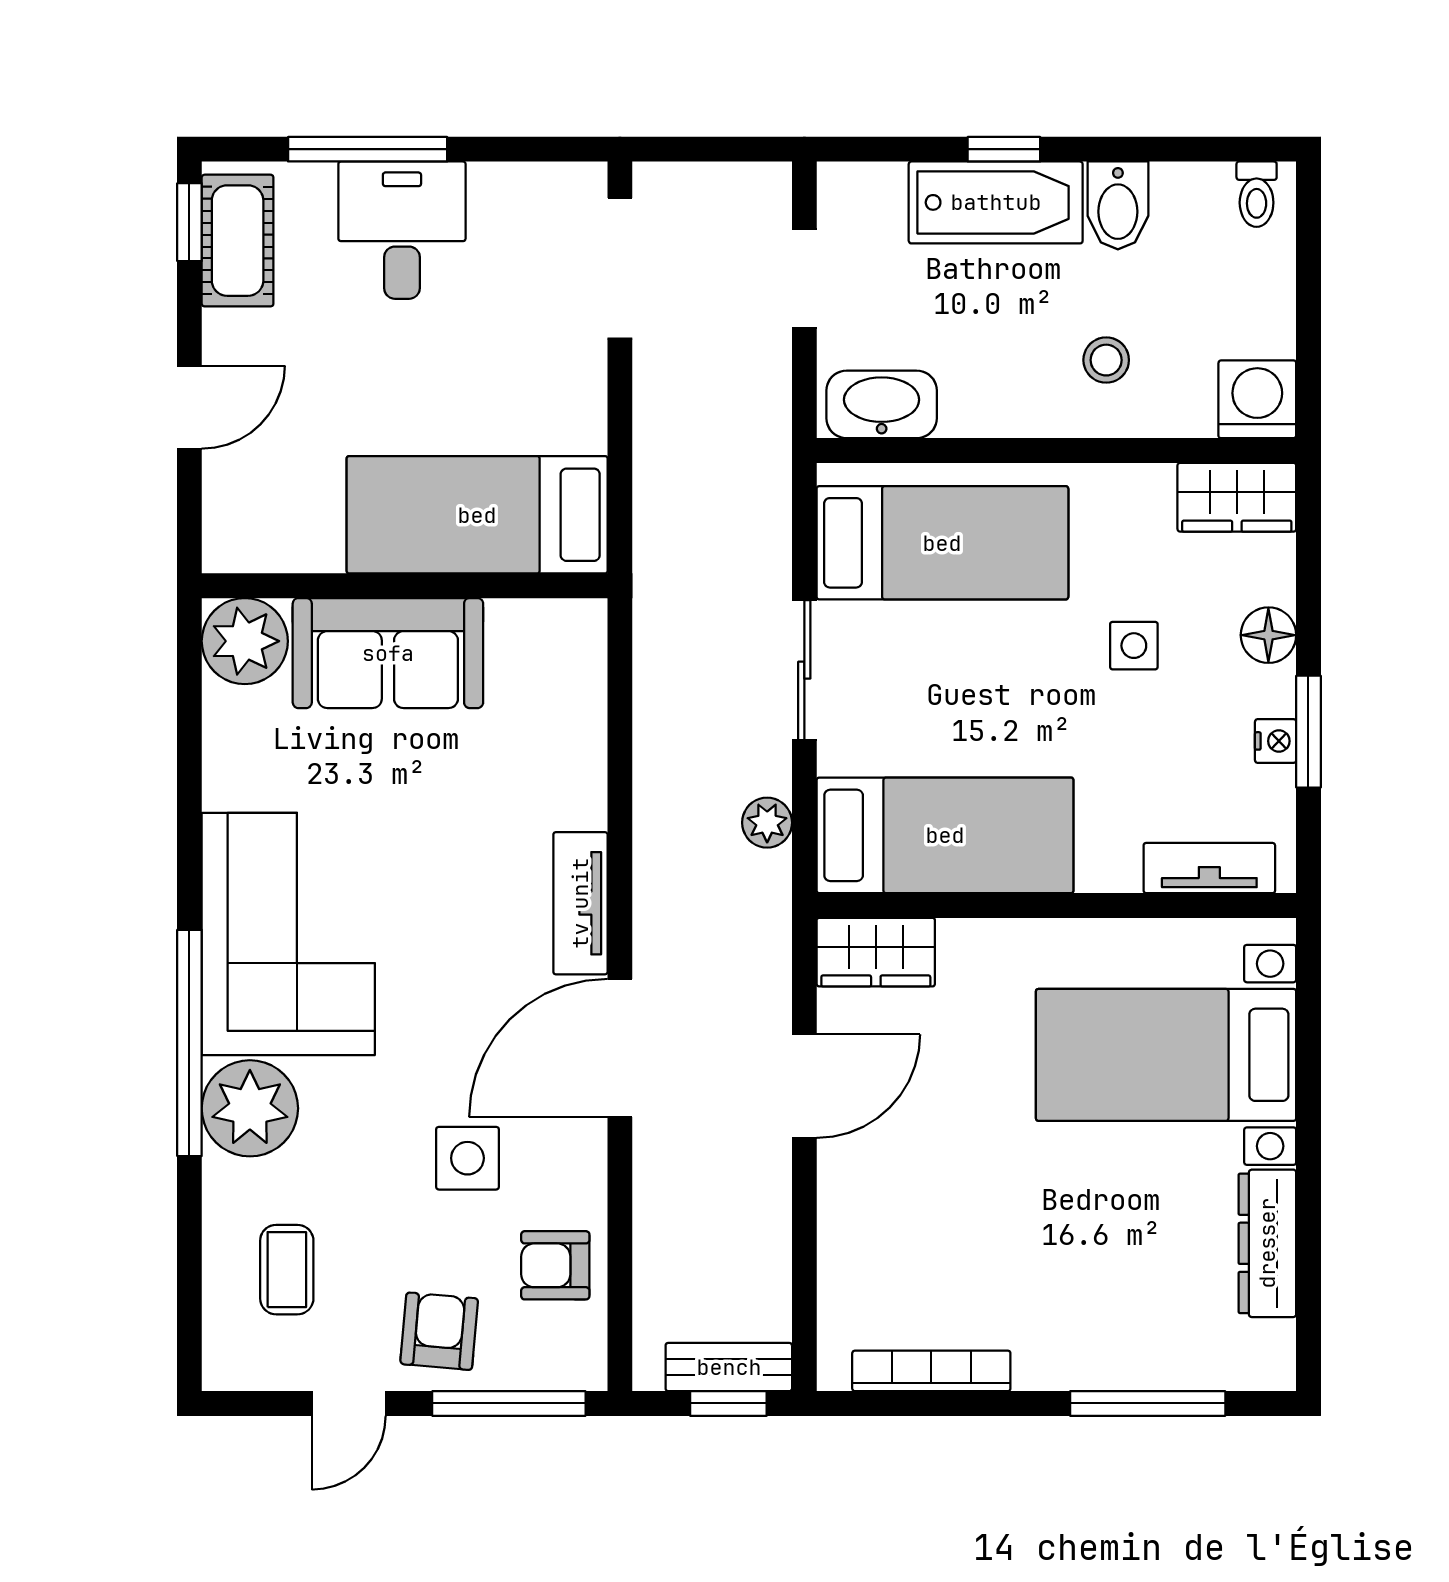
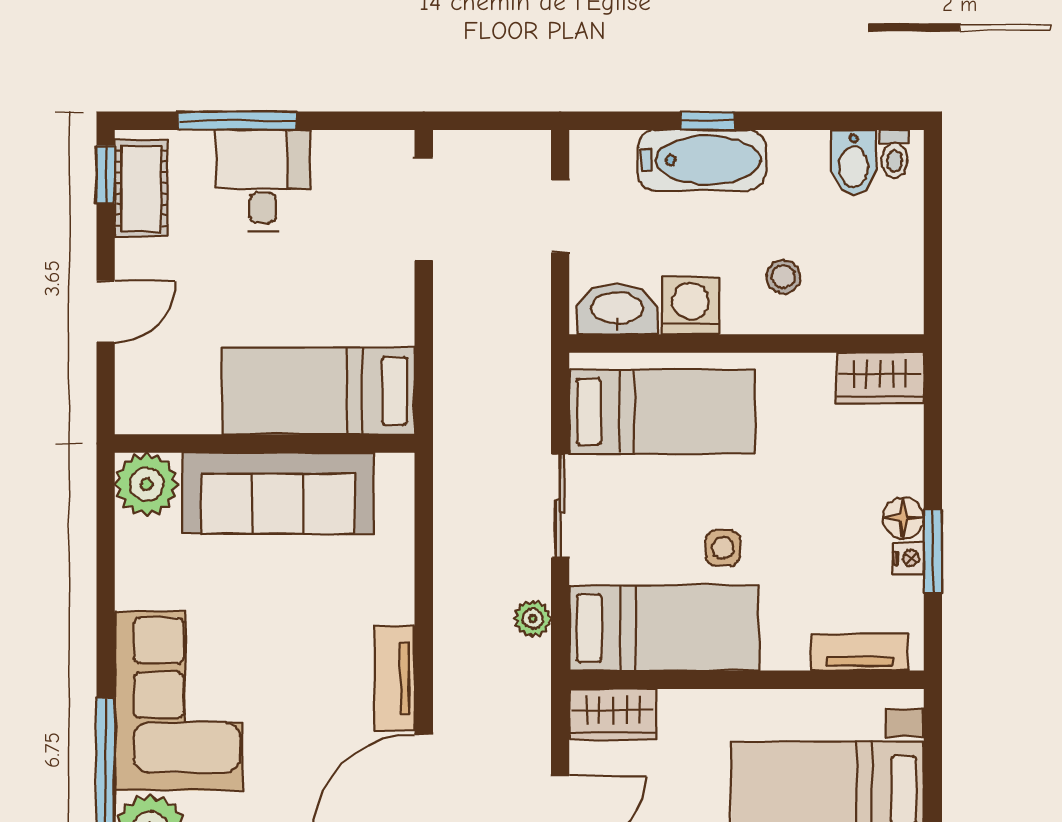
bidet: (1118, 205) -> (854, 162), moved
washing machine: (1257, 399) -> (691, 306), moved
floor lamp: (1268, 635) -> (903, 518), moved
side table: (1134, 646) -> (723, 548), moved
sofa: (388, 653) -> (278, 493), width x1.36

